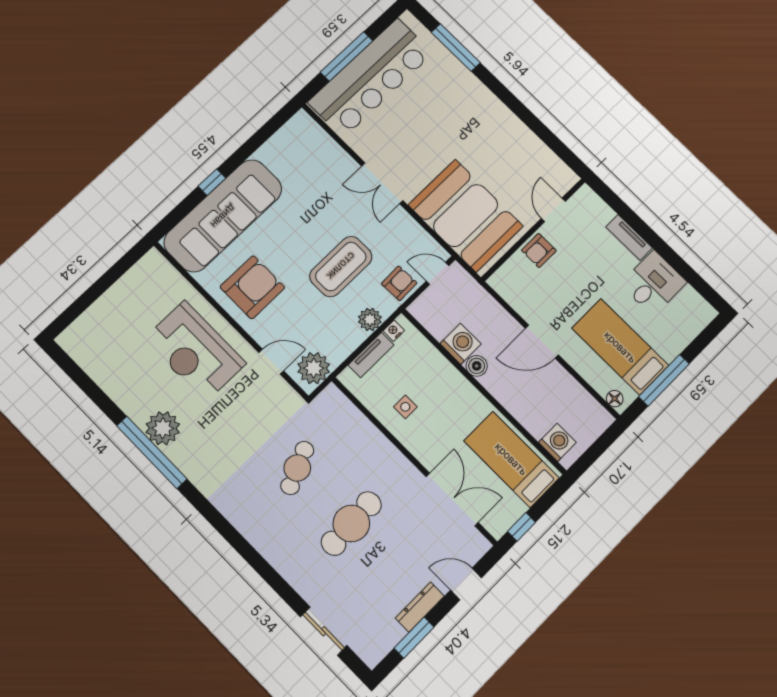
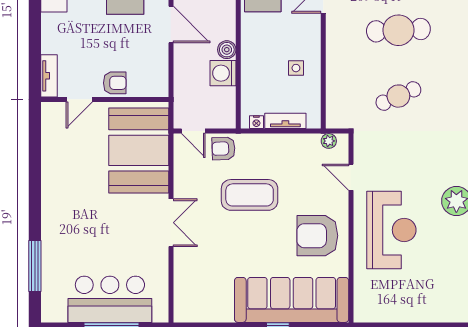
bar counter: (371, 78) -> (110, 299), width x0.73
tv unit: (629, 237) -> (49, 76), moved
plant: (370, 319) -> (264, 144), removed
plant: (314, 368) -> (329, 141), width x0.53, depth x0.53

